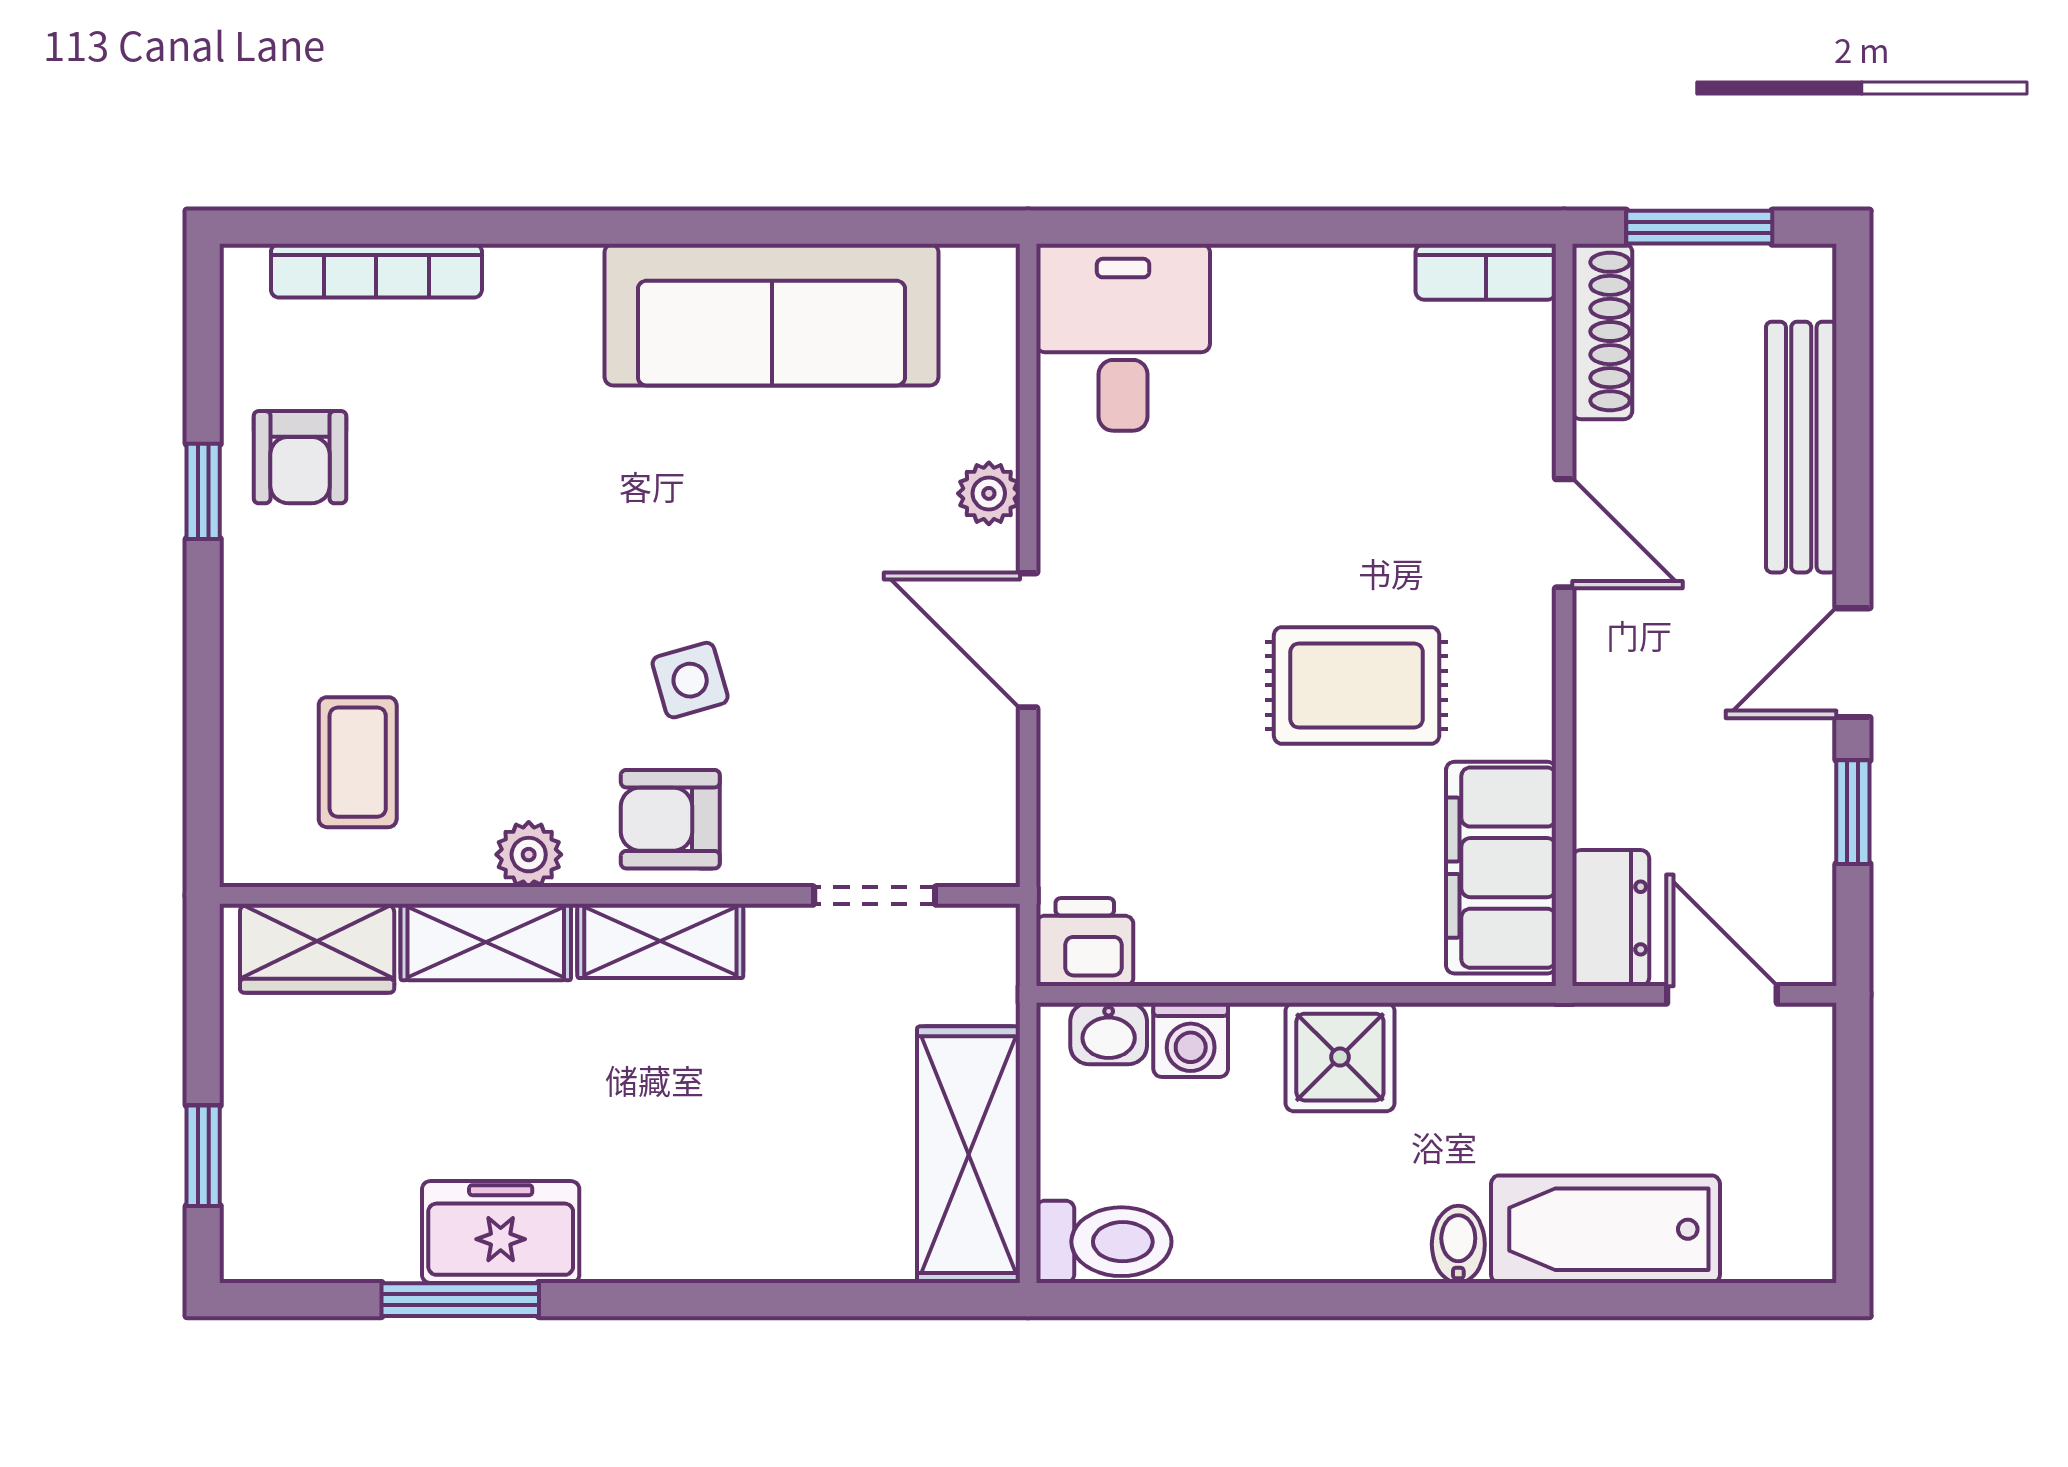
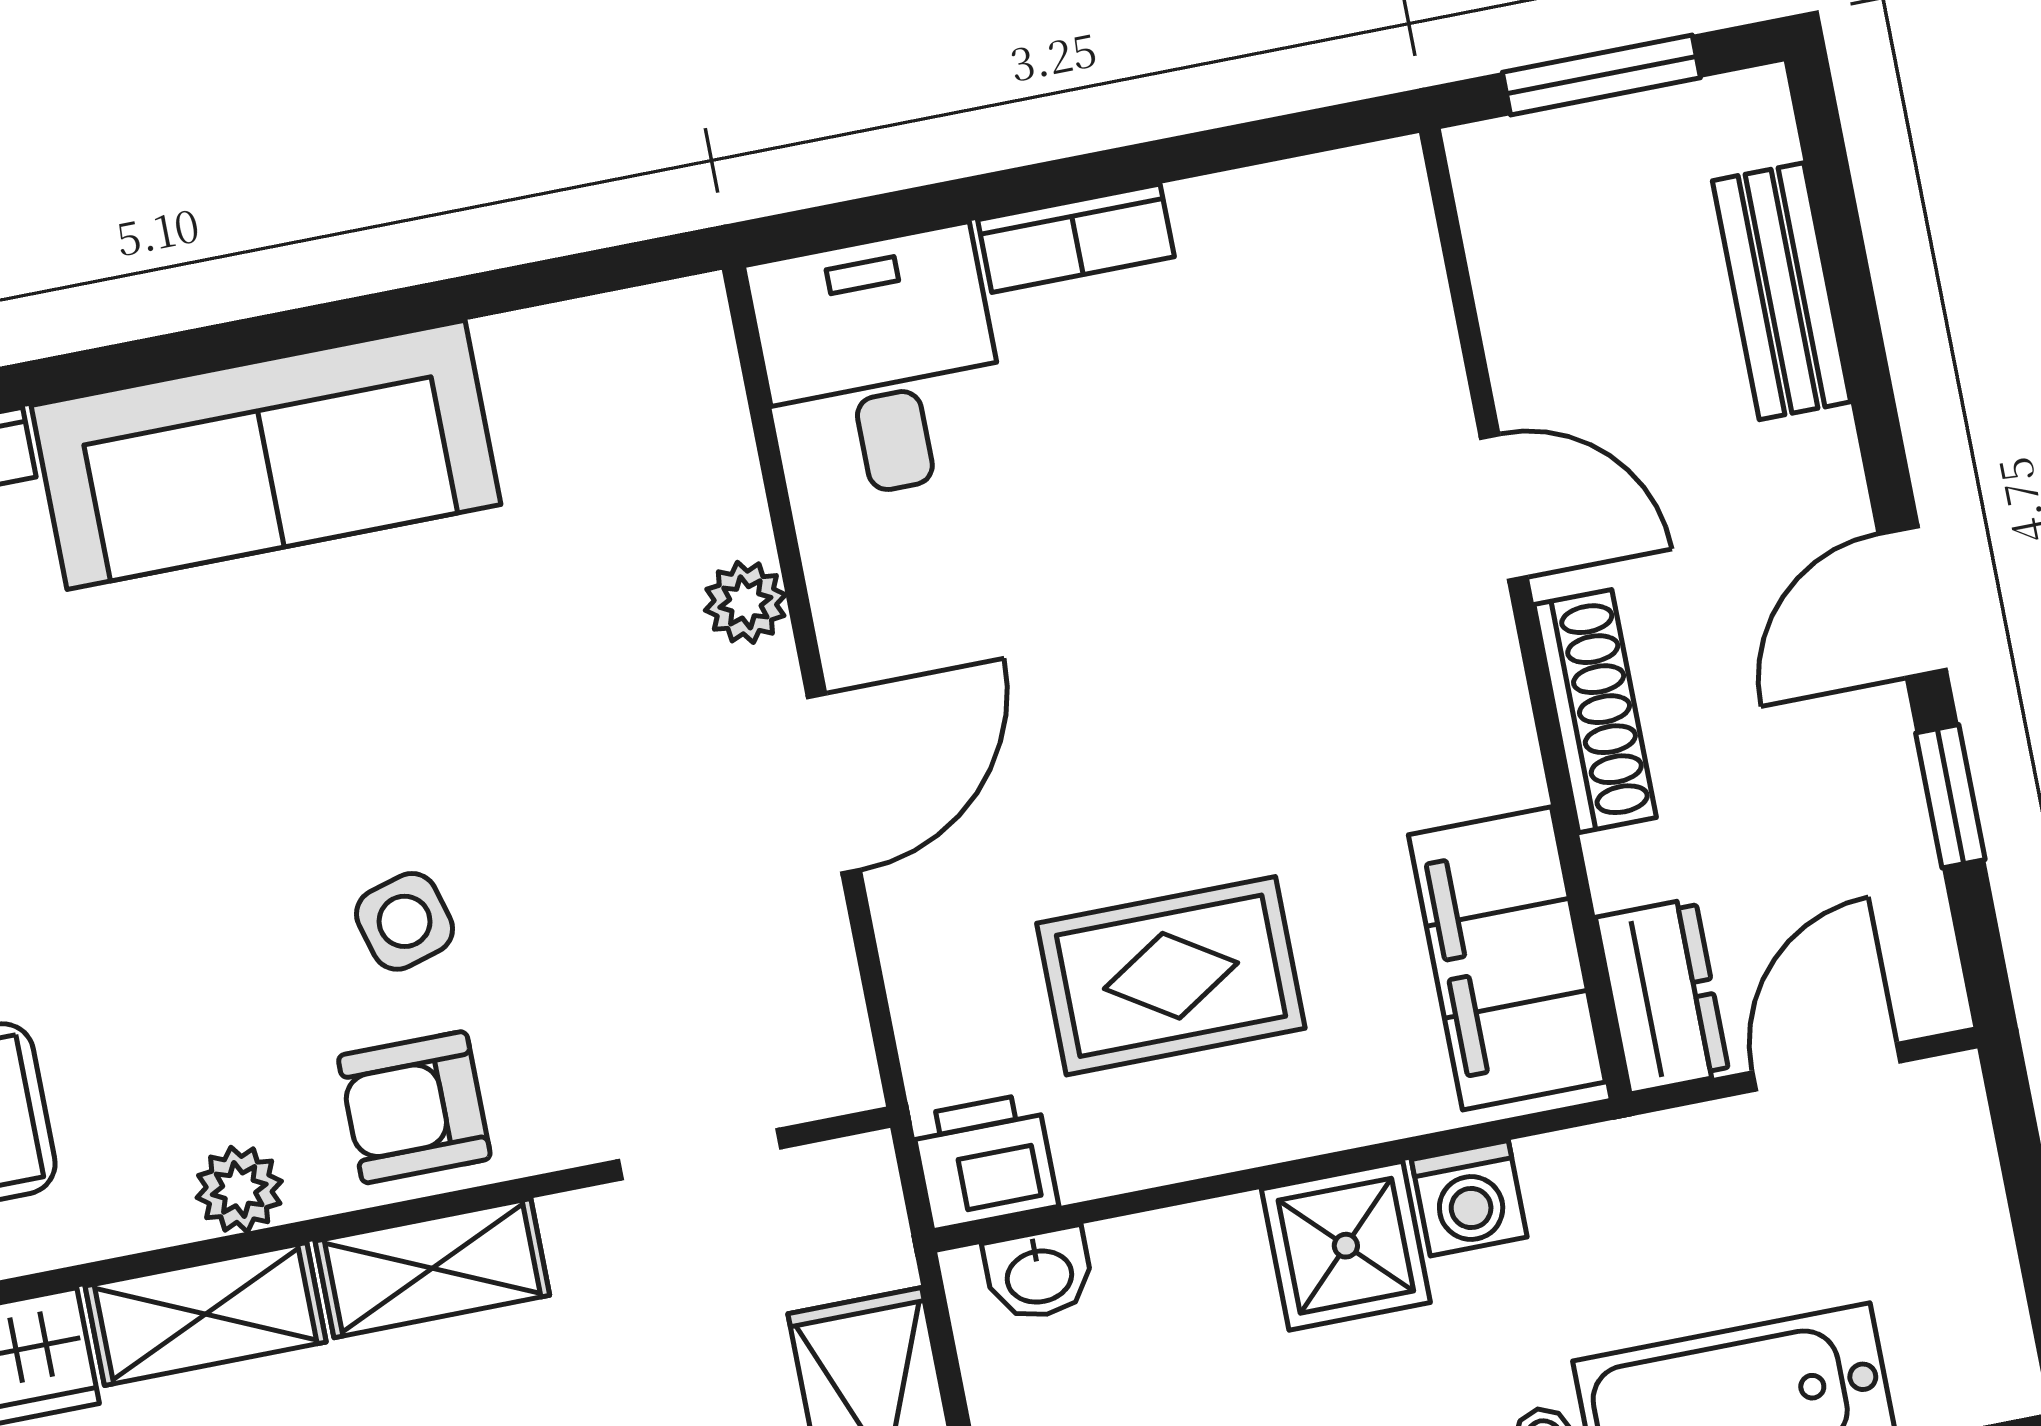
bookcase: (1486, 272) -> (1076, 238), moved
sofa: (772, 315) -> (266, 455), moved
shoe rack: (1602, 332) -> (1595, 711), moved
bench: (1801, 447) -> (1782, 291), width x0.73
door: (1028, 640) -> (834, 783), swing flipped
rug: (1357, 685) -> (1171, 976), moved
door: (1722, 994) -> (1827, 1067), hinge flipped
washing machine: (1191, 1040) -> (1469, 1198), moved

